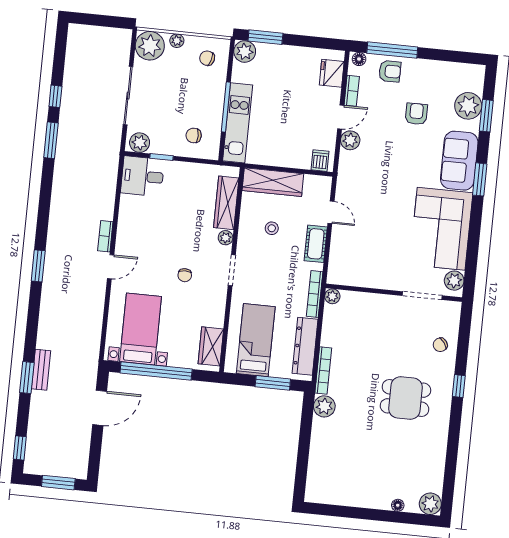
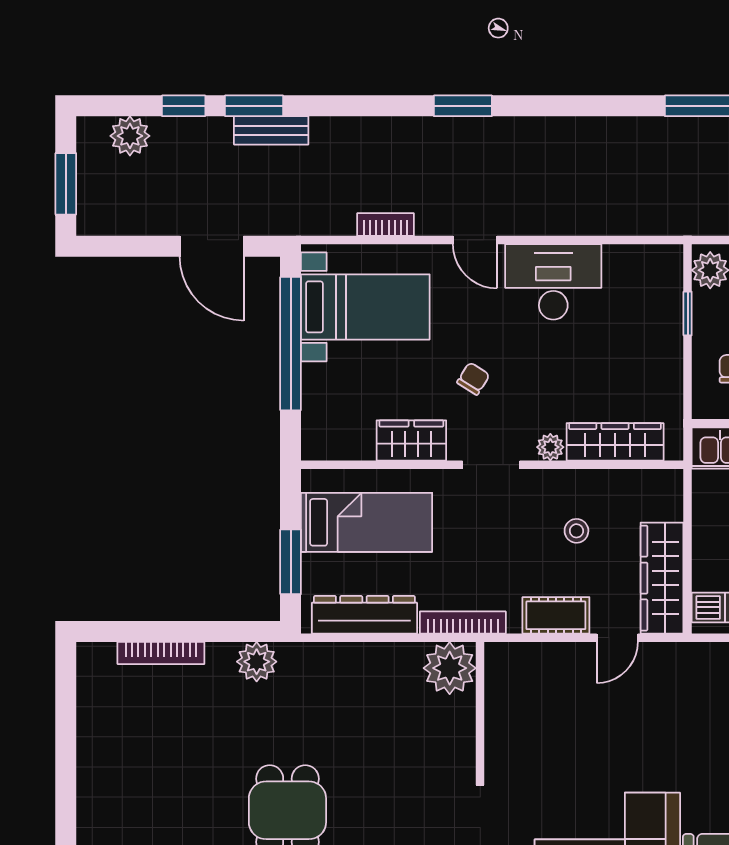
desk: (142, 176) -> (553, 282), moved, width x1.37
wardrobe: (273, 182) -> (662, 578), moved
bookcase: (105, 236) -> (386, 224), moved
chair: (185, 275) -> (473, 379), turned 122
plant: (332, 296) -> (450, 668), width x1.88, depth x1.88
wardrobe: (211, 346) -> (411, 440), moved
bookcase: (323, 371) -> (161, 653), moved
plant: (36, 446) -> (130, 136), added
window: (20, 448) -> (184, 106), moved
floor lamp: (398, 505) -> (87, 816), removed

